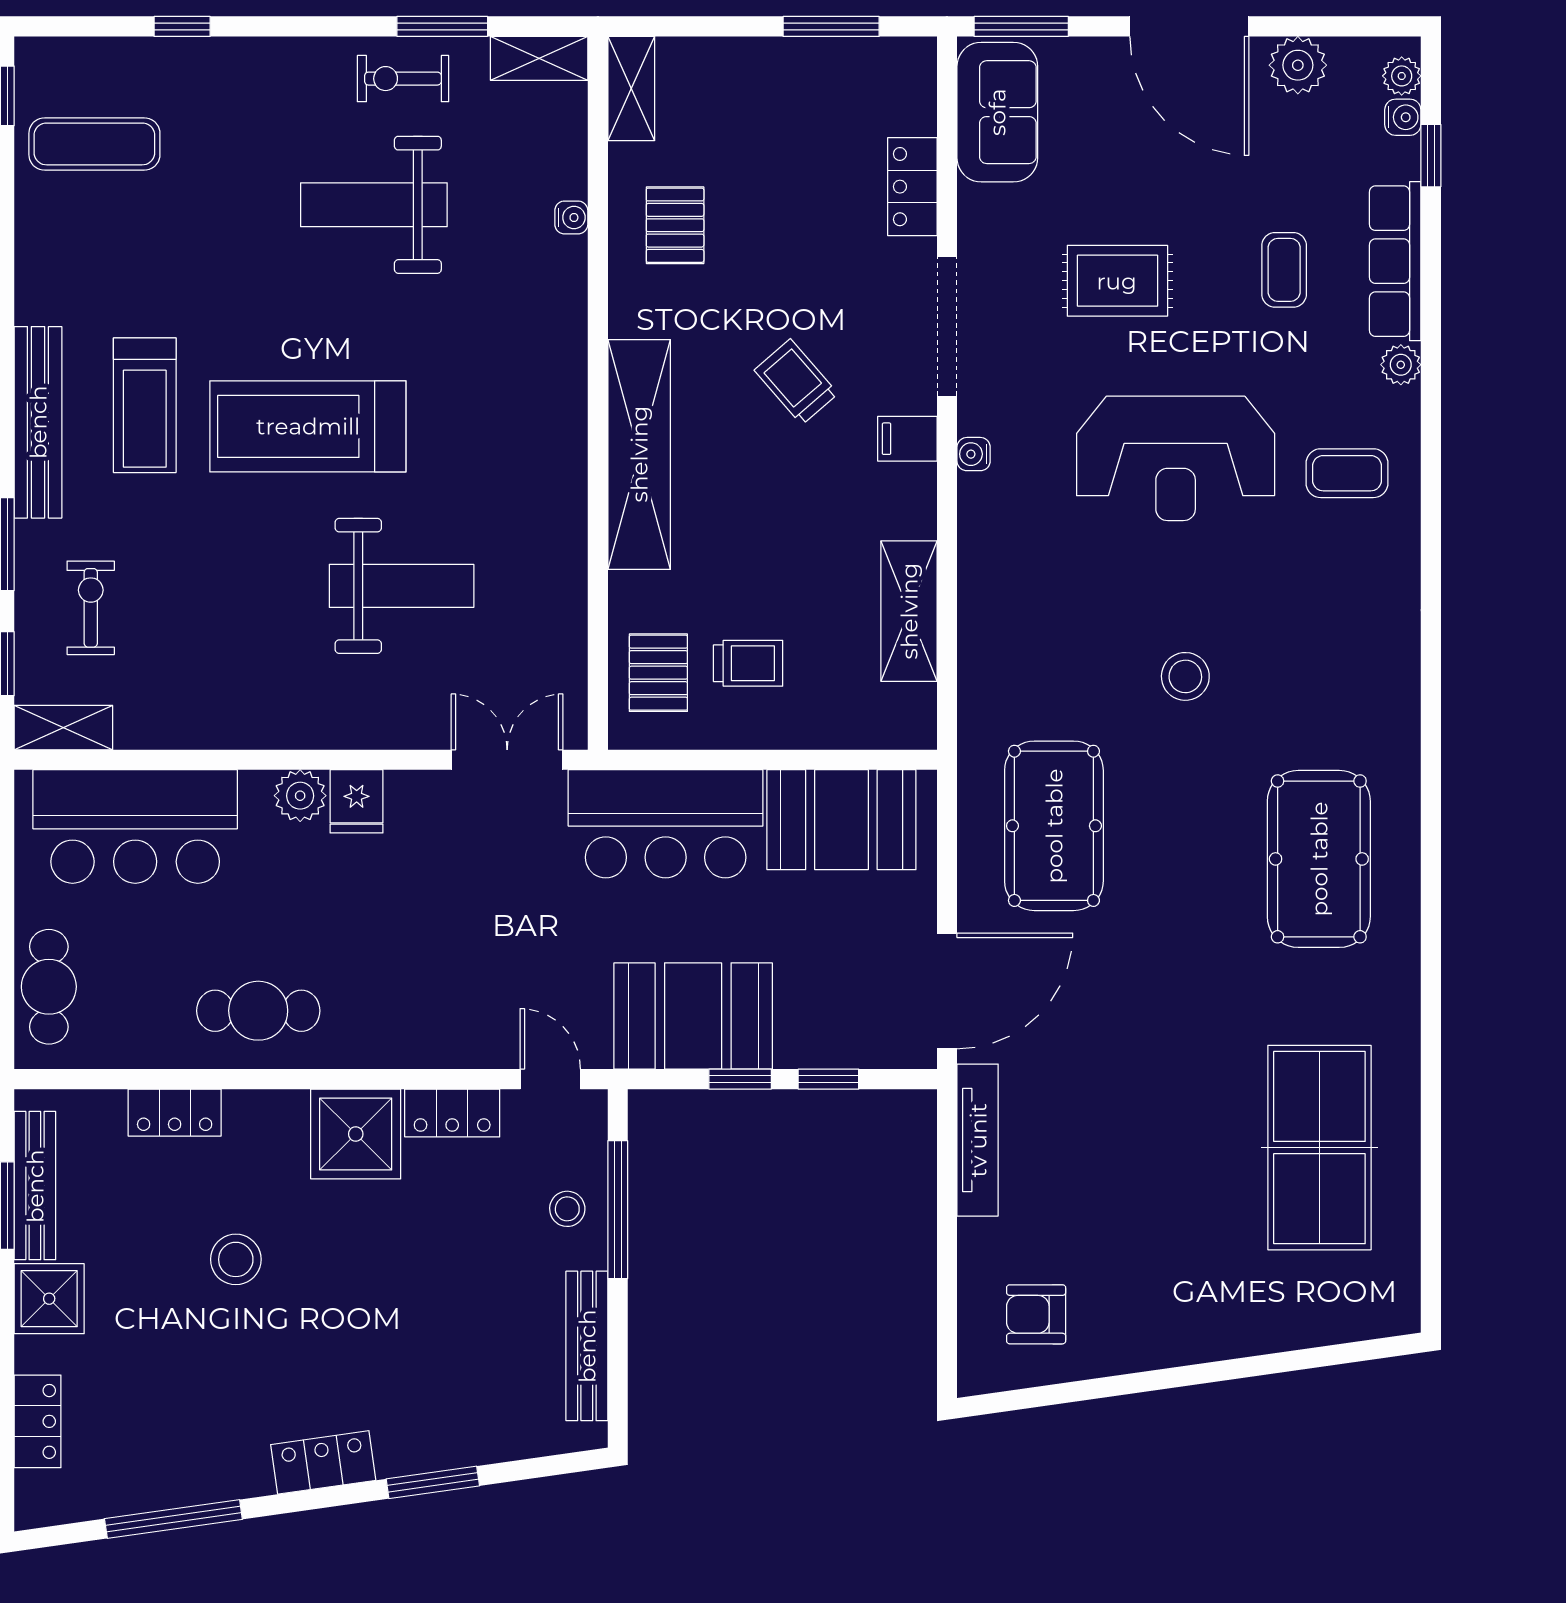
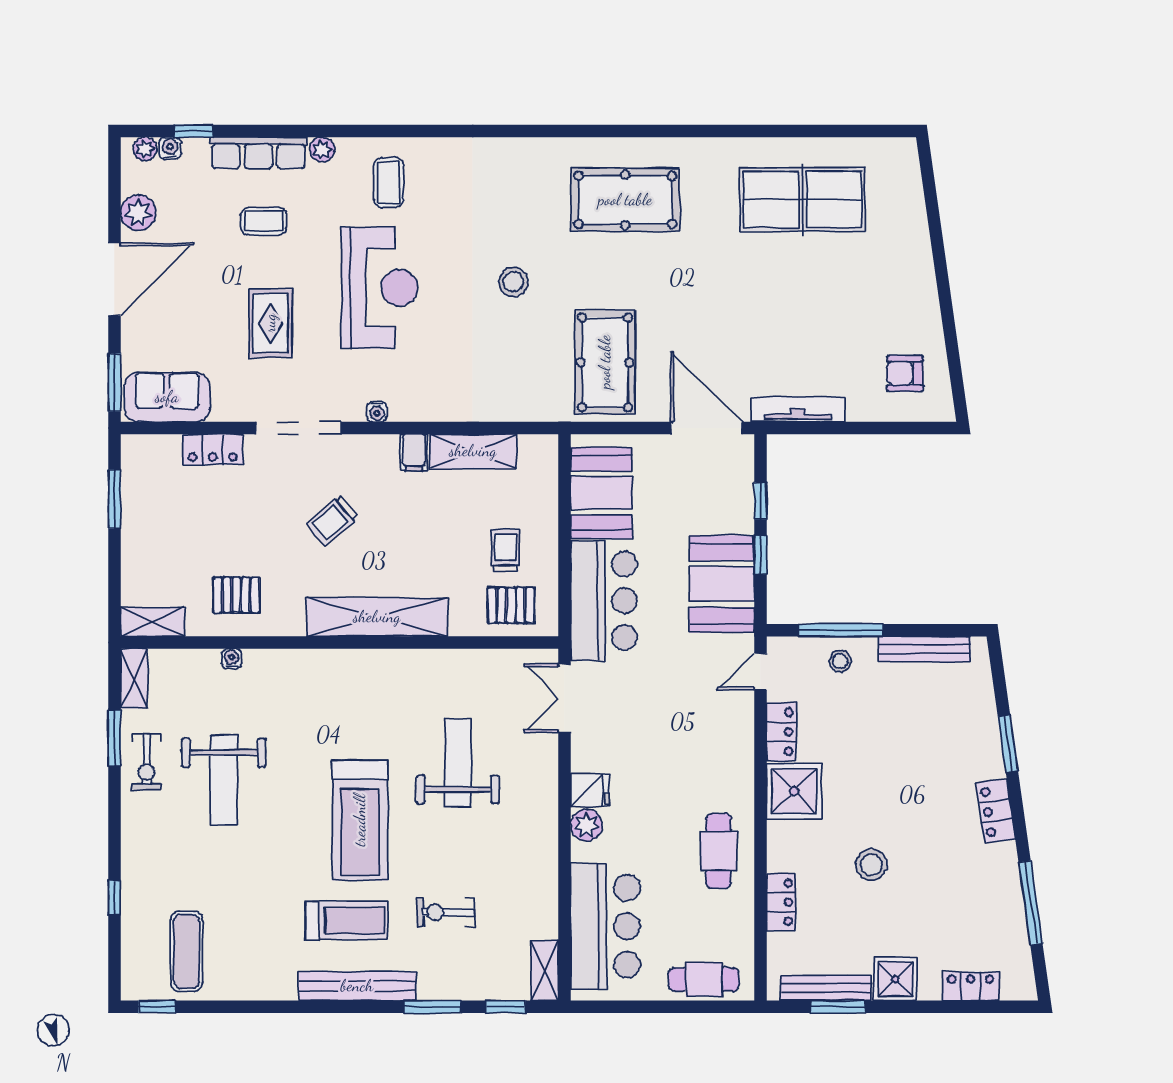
filing cabinet: (907, 439) -> (414, 452), moved
exercise bike: (91, 608) -> (446, 912), moved
pool table: (1054, 826) -> (605, 362), turned 90
armchair: (1036, 1314) -> (905, 373), turned 90

